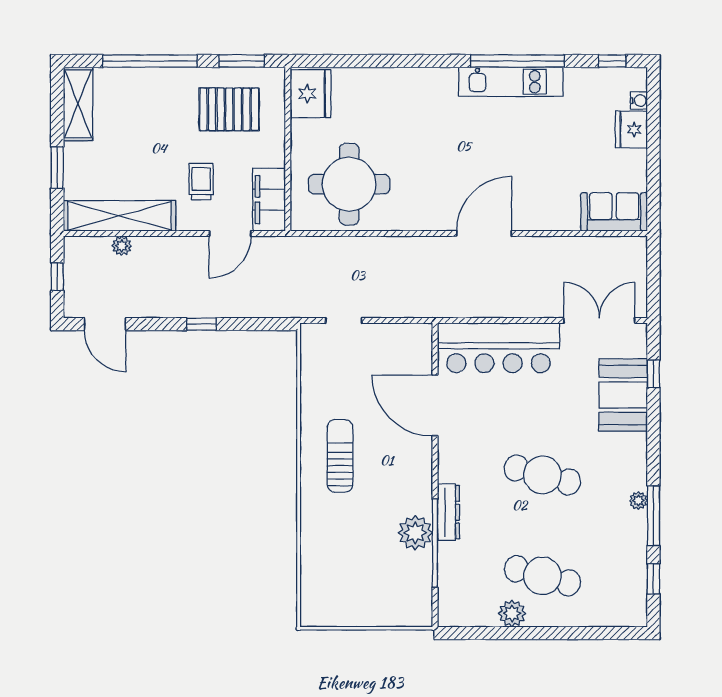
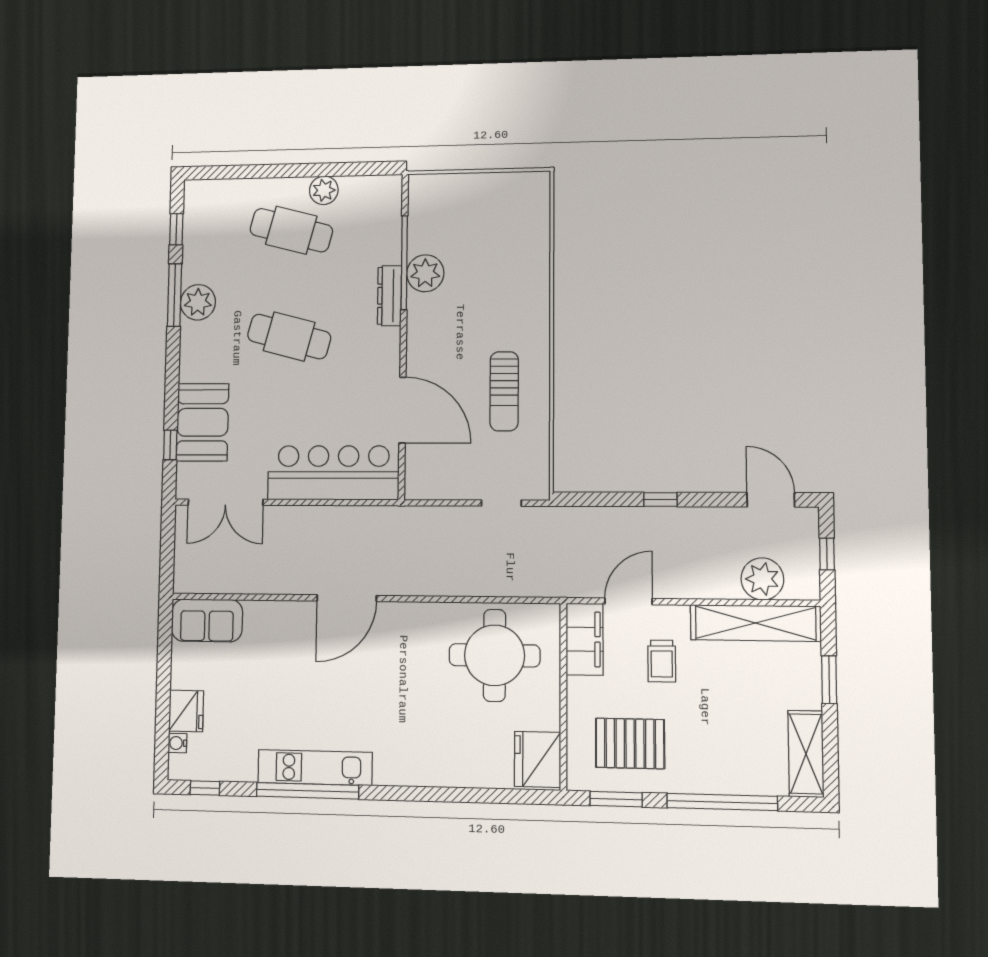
plant: (122, 246) -> (762, 579), width x1.88, depth x1.88
sun lounger: (340, 456) -> (504, 391), moved
plant: (638, 501) -> (198, 302), width x1.87, depth x1.87

